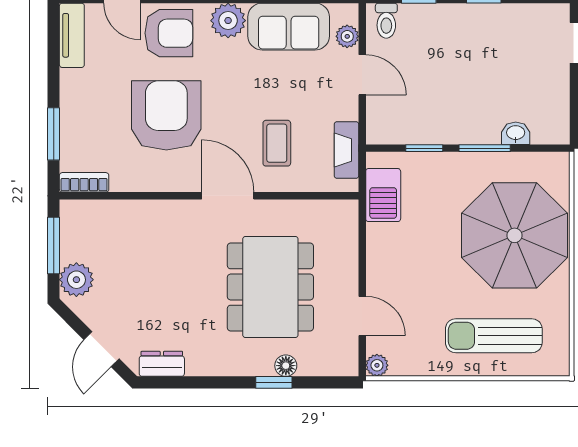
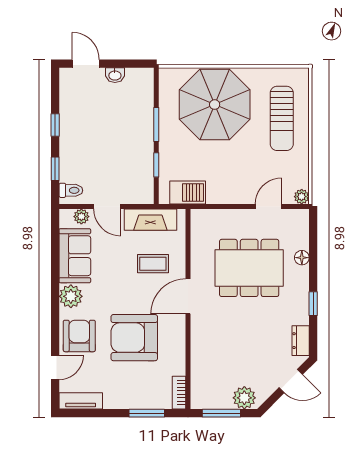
door: (362, 75) -> (107, 206), swing flipped
washbasin: (516, 133) -> (115, 75), moved, turned -90
fireplace: (346, 150) -> (150, 220), width x1.37, depth x1.32
window: (274, 382) -> (313, 304), moved

